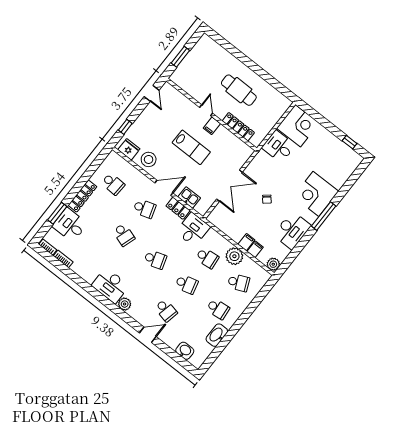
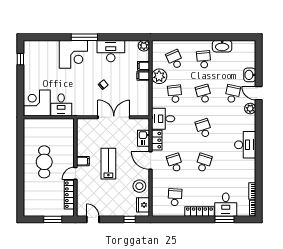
door: (152, 93) -> (93, 219), hinge flipped
locker: (238, 127) -> (69, 195), moved
plant: (125, 304) -> (250, 109), moved
washbasin: (185, 351) -> (250, 75), moved

